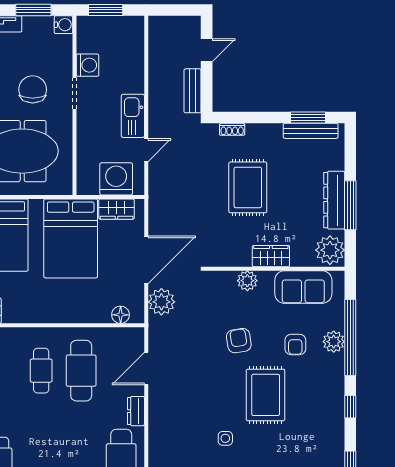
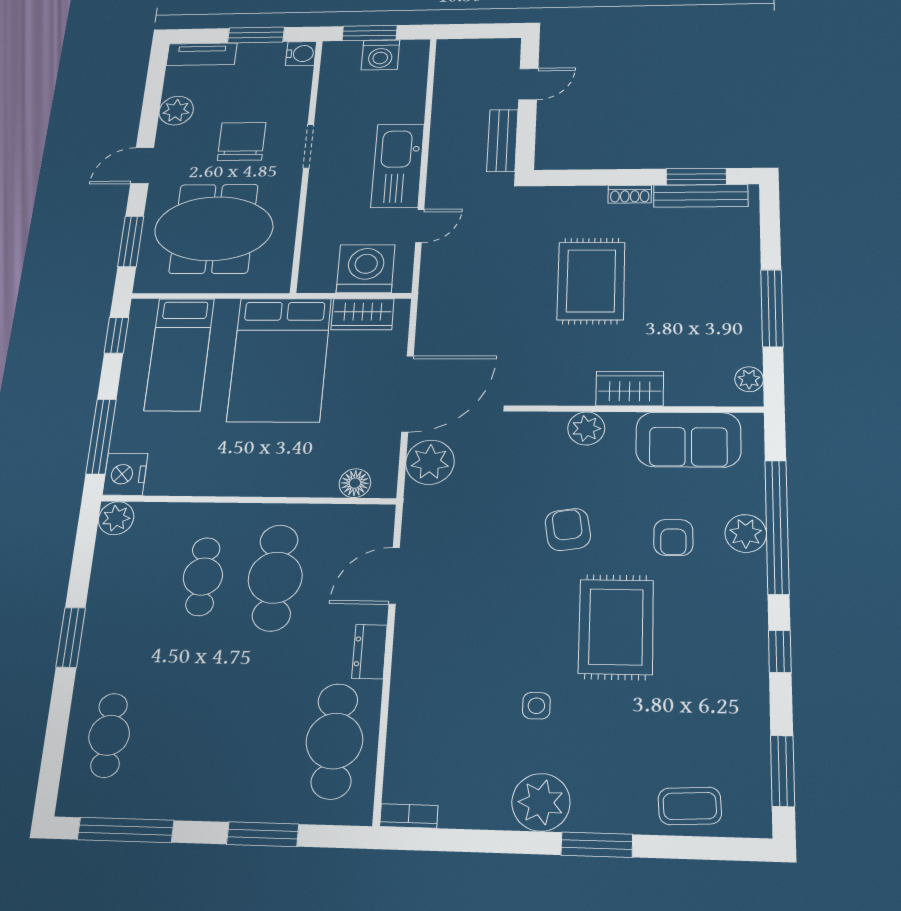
washing machine: (88, 65) -> (380, 55), moved, turned 90
kitchen sink: (133, 116) -> (398, 166), width x1.36, depth x1.24
shoe rack: (232, 129) -> (630, 194), moved
dresser: (334, 200) -> (743, 300), removed
plant: (330, 250) -> (749, 379), width x0.53, depth x0.53

